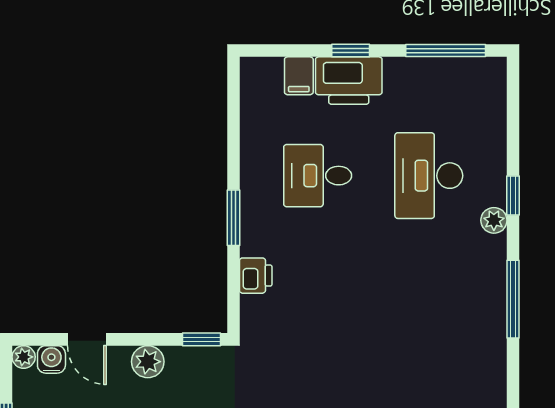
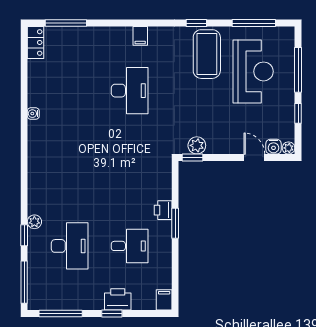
filing cabinet: (299, 76) -> (164, 300), moved
printer: (349, 81) -> (118, 299), width x0.73, depth x0.84
printer: (256, 276) -> (163, 210), moved
window: (513, 299) -> (24, 282), moved
plant: (148, 362) -> (197, 145), moved

